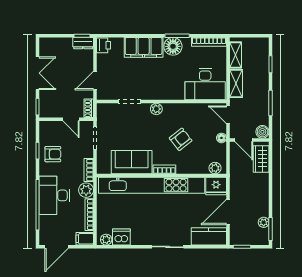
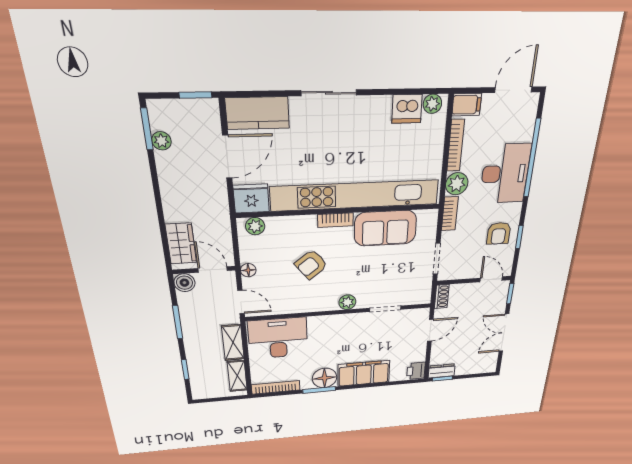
door: (71, 119) -> (491, 279), moved
armchair: (53, 154) -> (499, 233), turned -90

